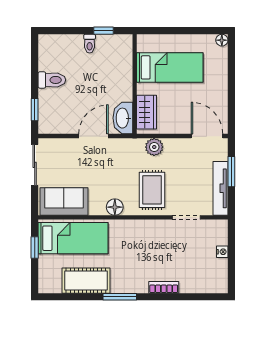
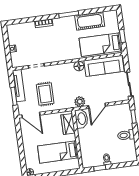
plant: (154, 147) -> (80, 102), moved
rug: (152, 190) -> (45, 94), moved
sofa: (64, 202) -> (104, 66), width x1.36

